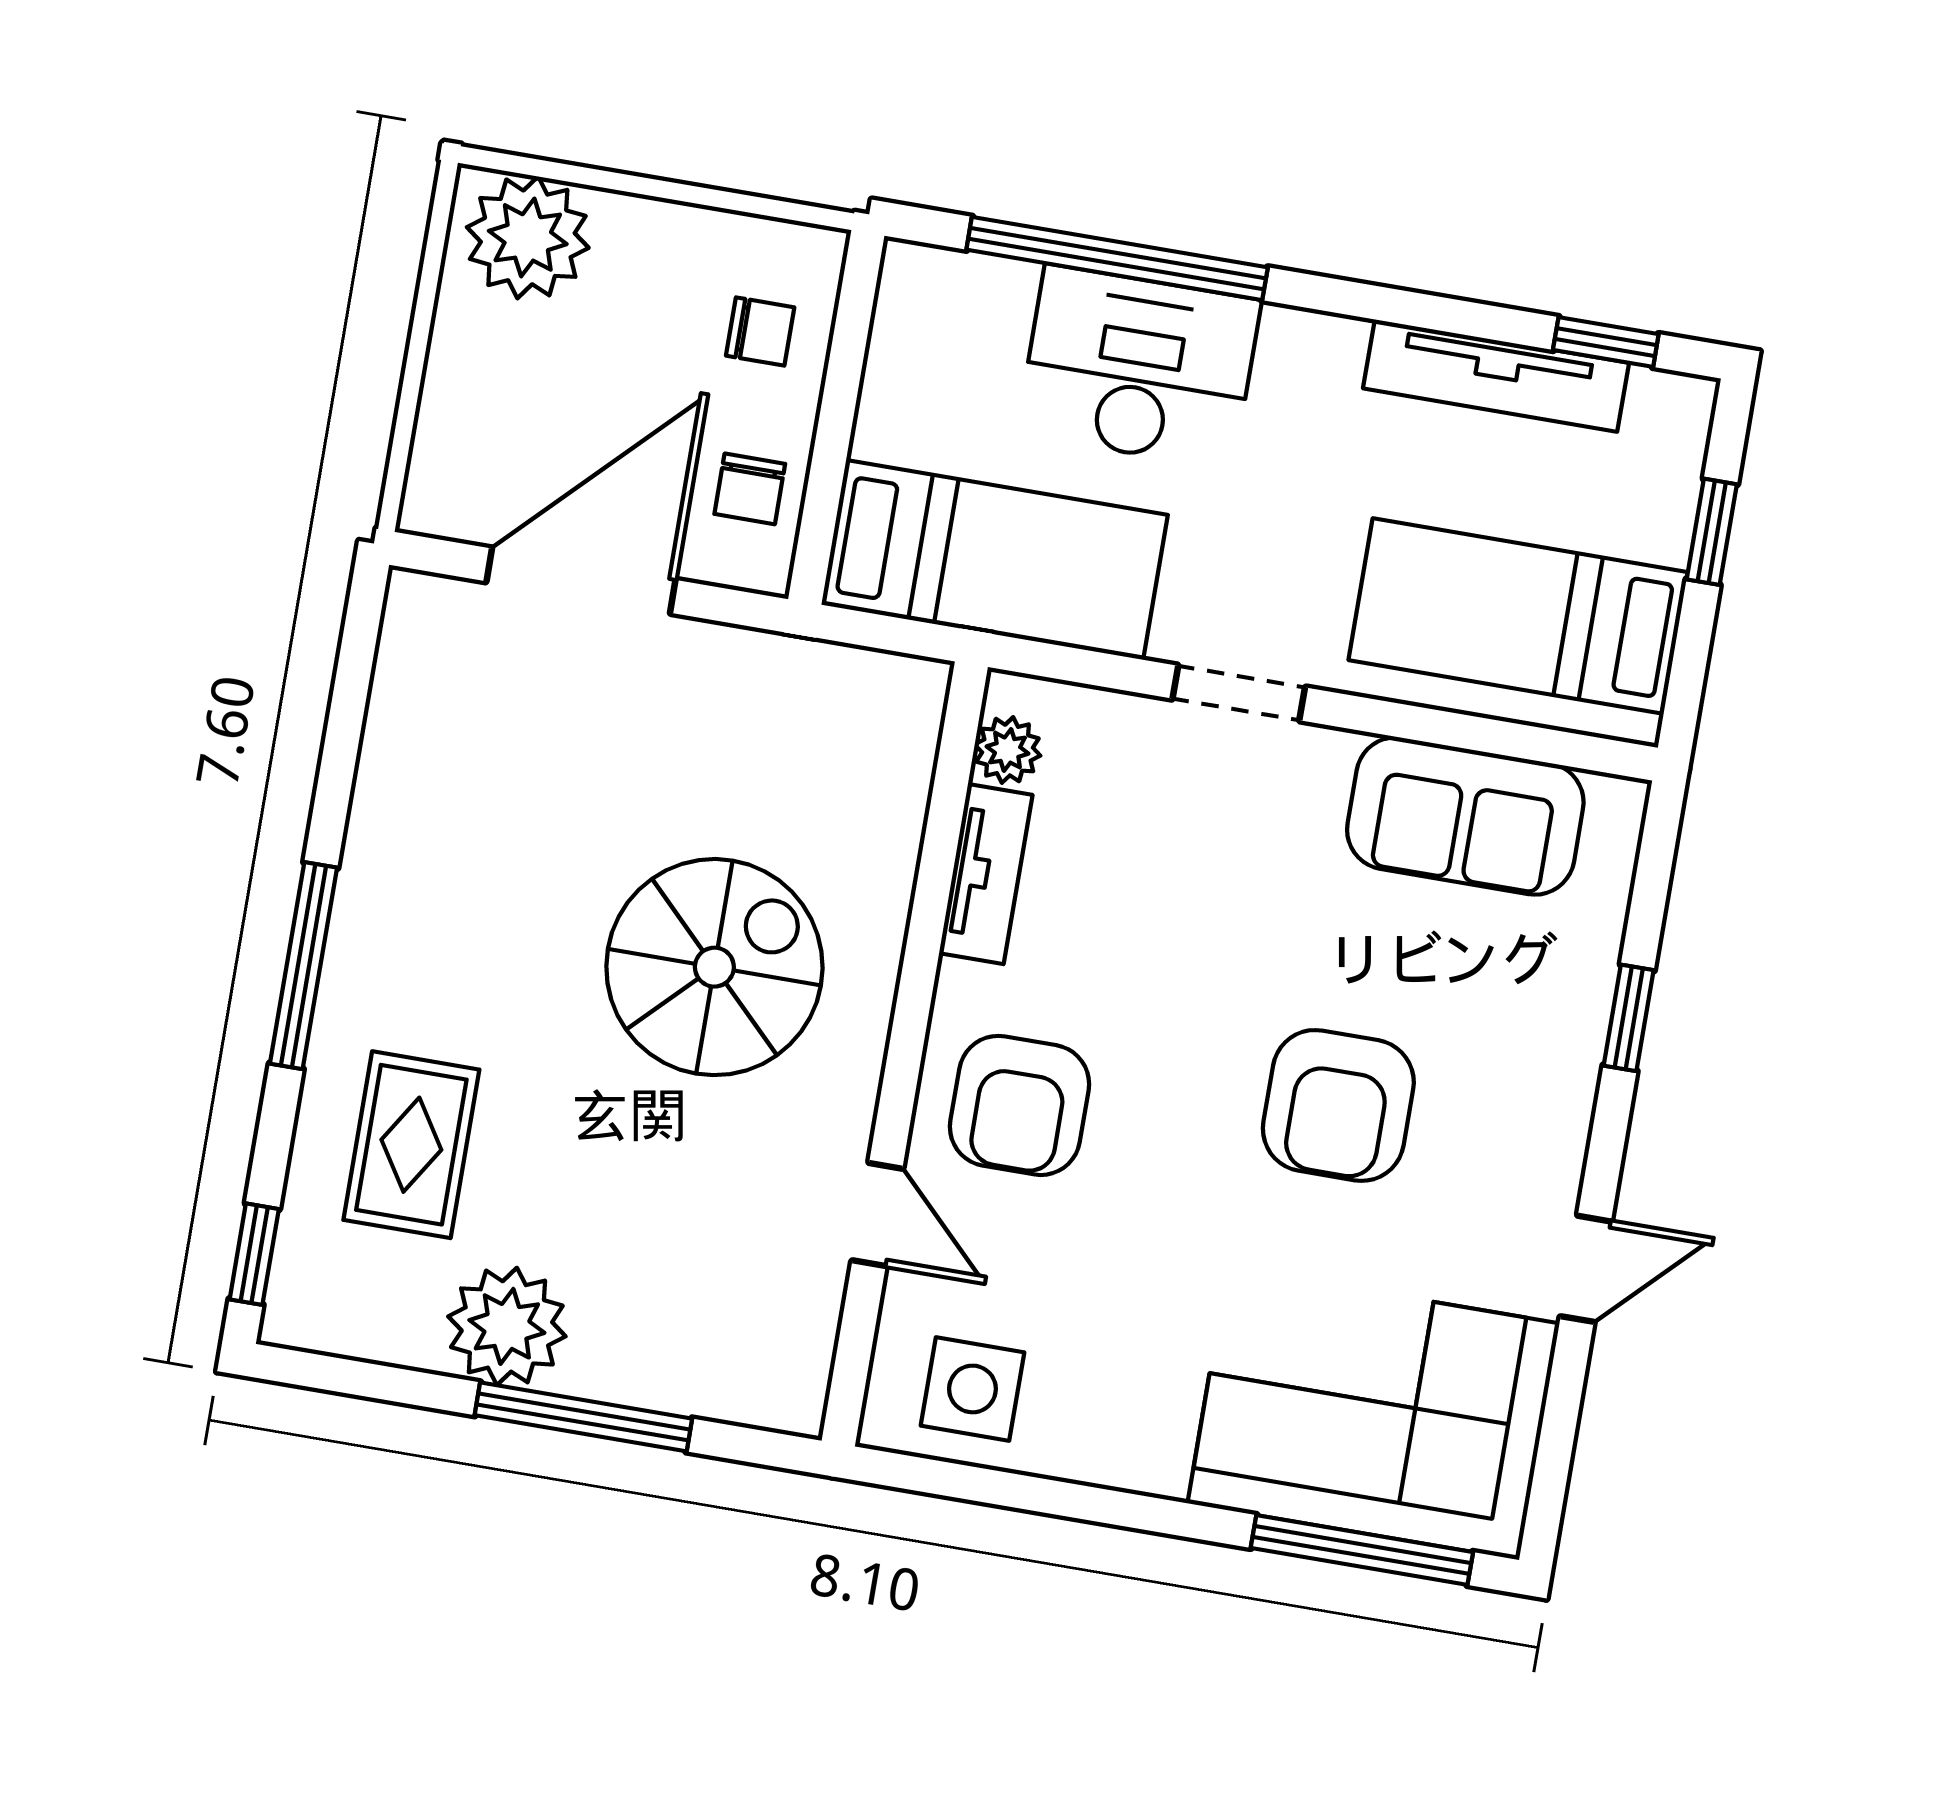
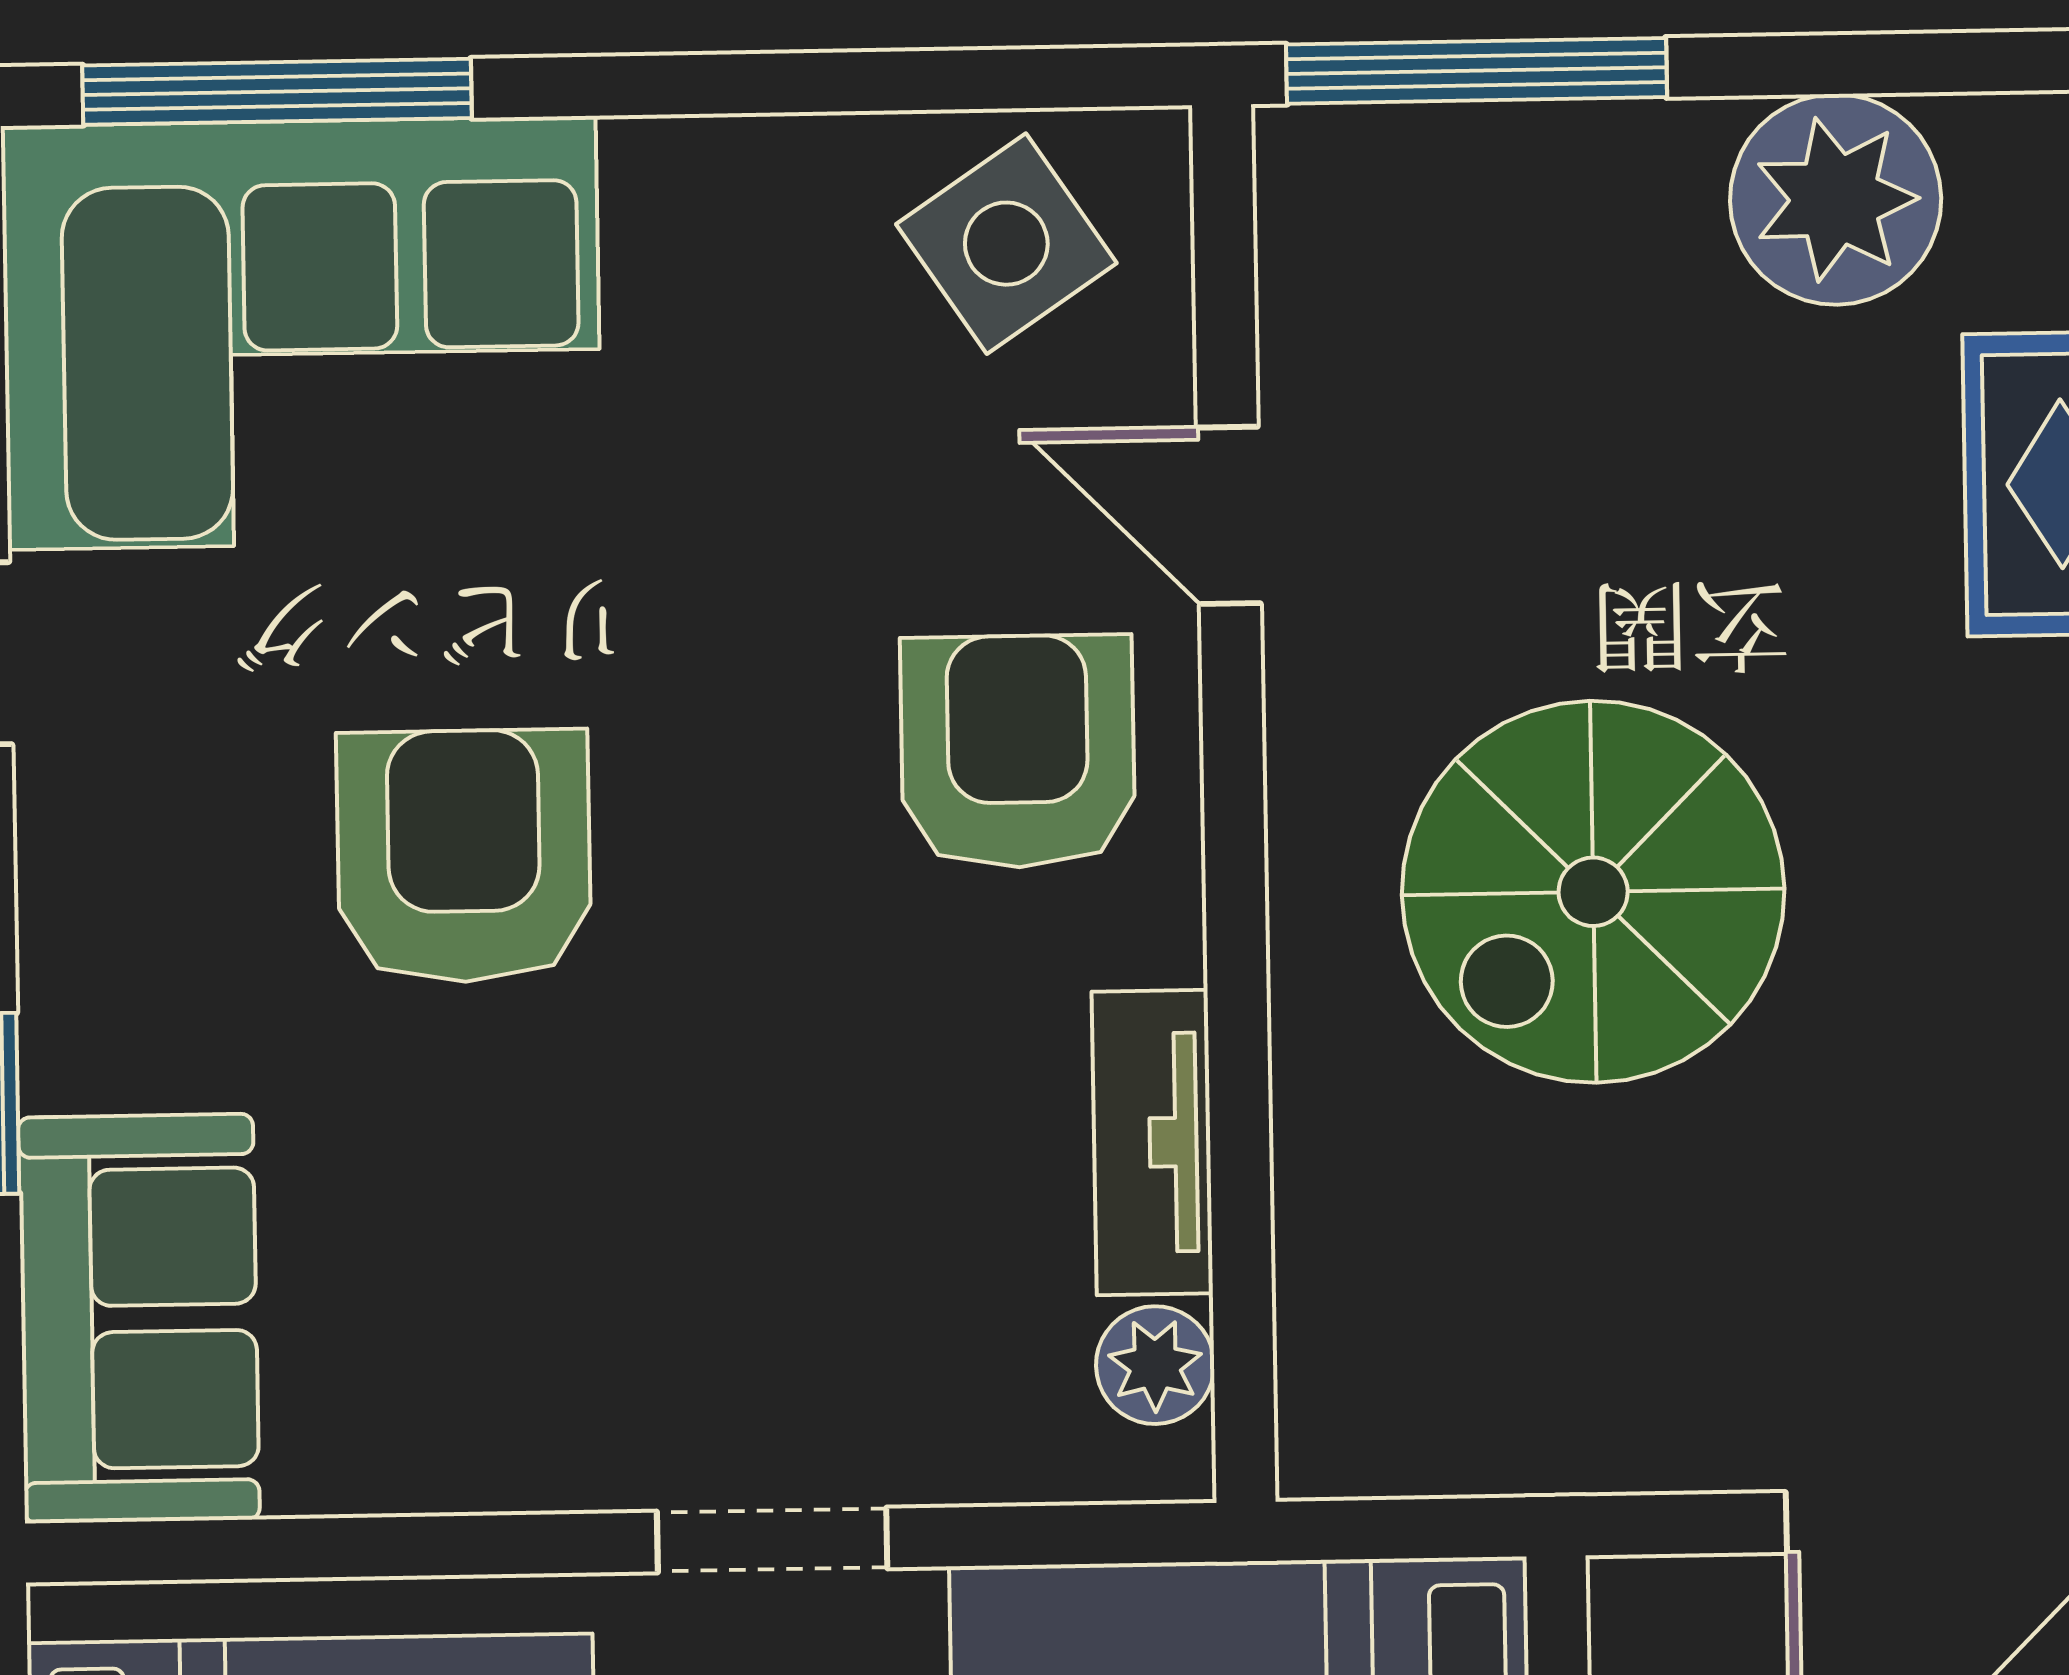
sofa: (1465, 816) -> (139, 1319), moved, turned 90
side table: (972, 1389) -> (1006, 244), turned -34
window: (583, 1417) -> (1476, 71), moved

